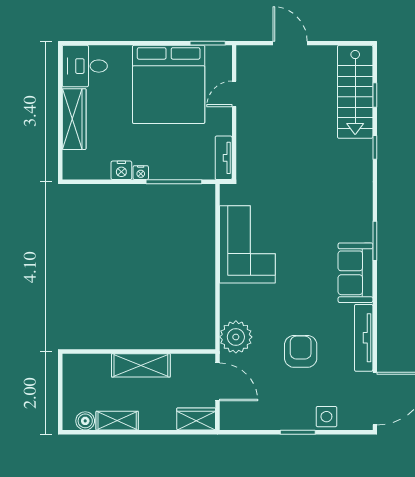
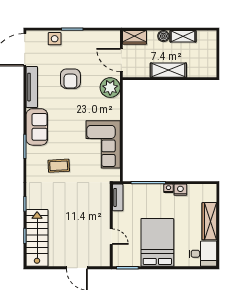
bed: (169, 84) -> (157, 242), width x0.73
door: (234, 94) -> (111, 237), hinge flipped
coffee table: (320, 210) -> (59, 166), added
boiler: (85, 421) -> (163, 36), moved

